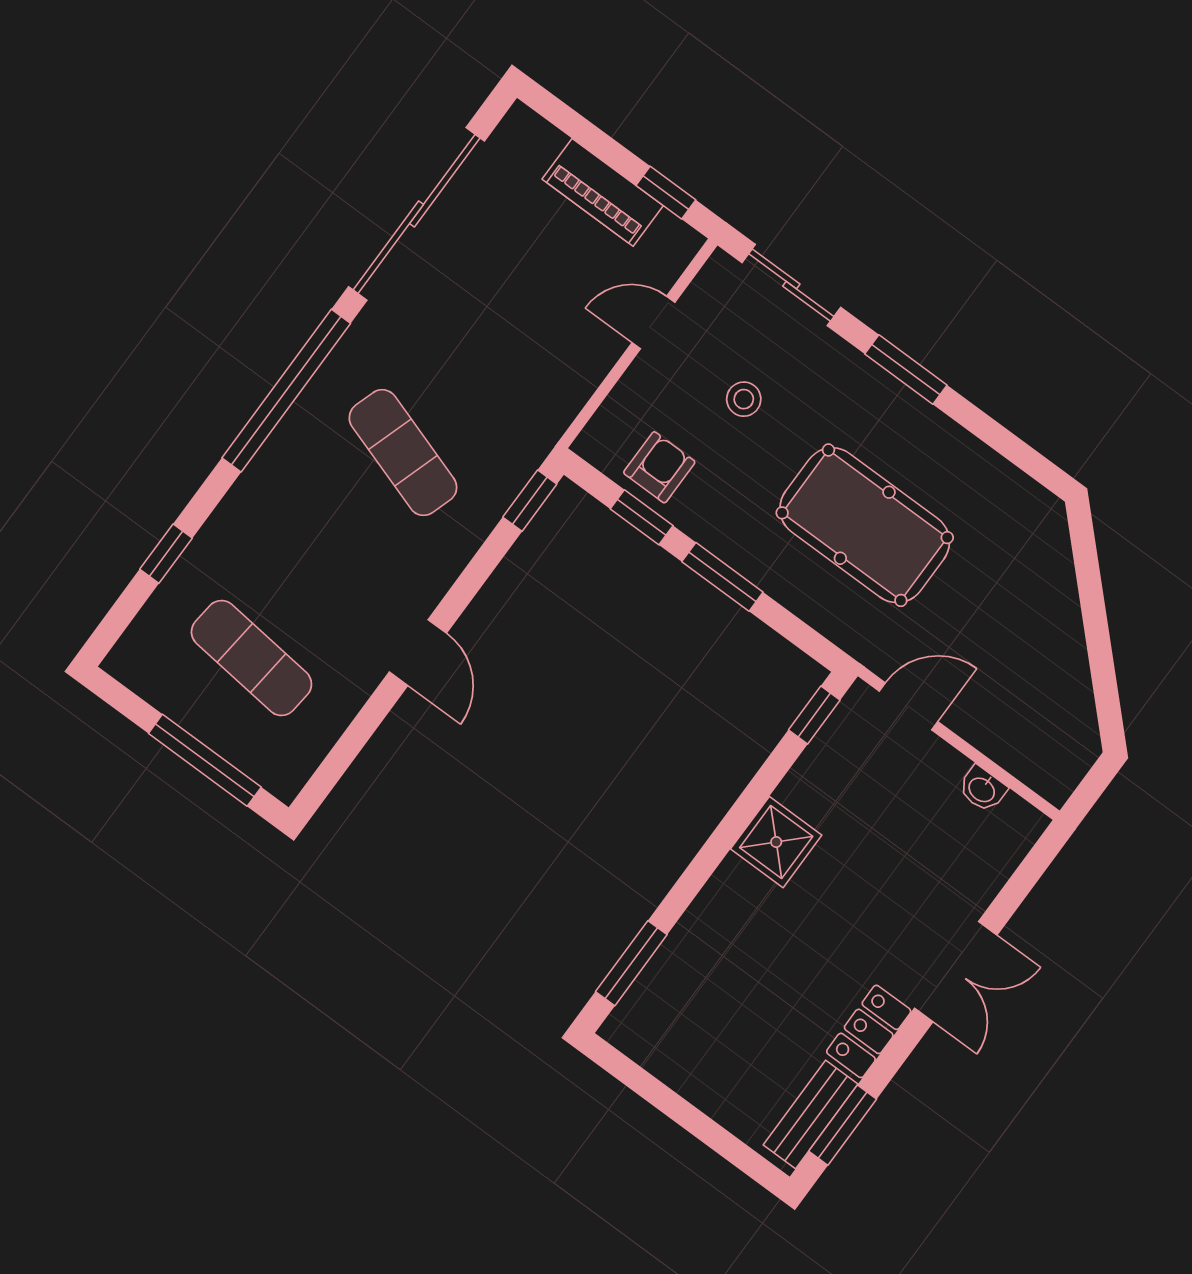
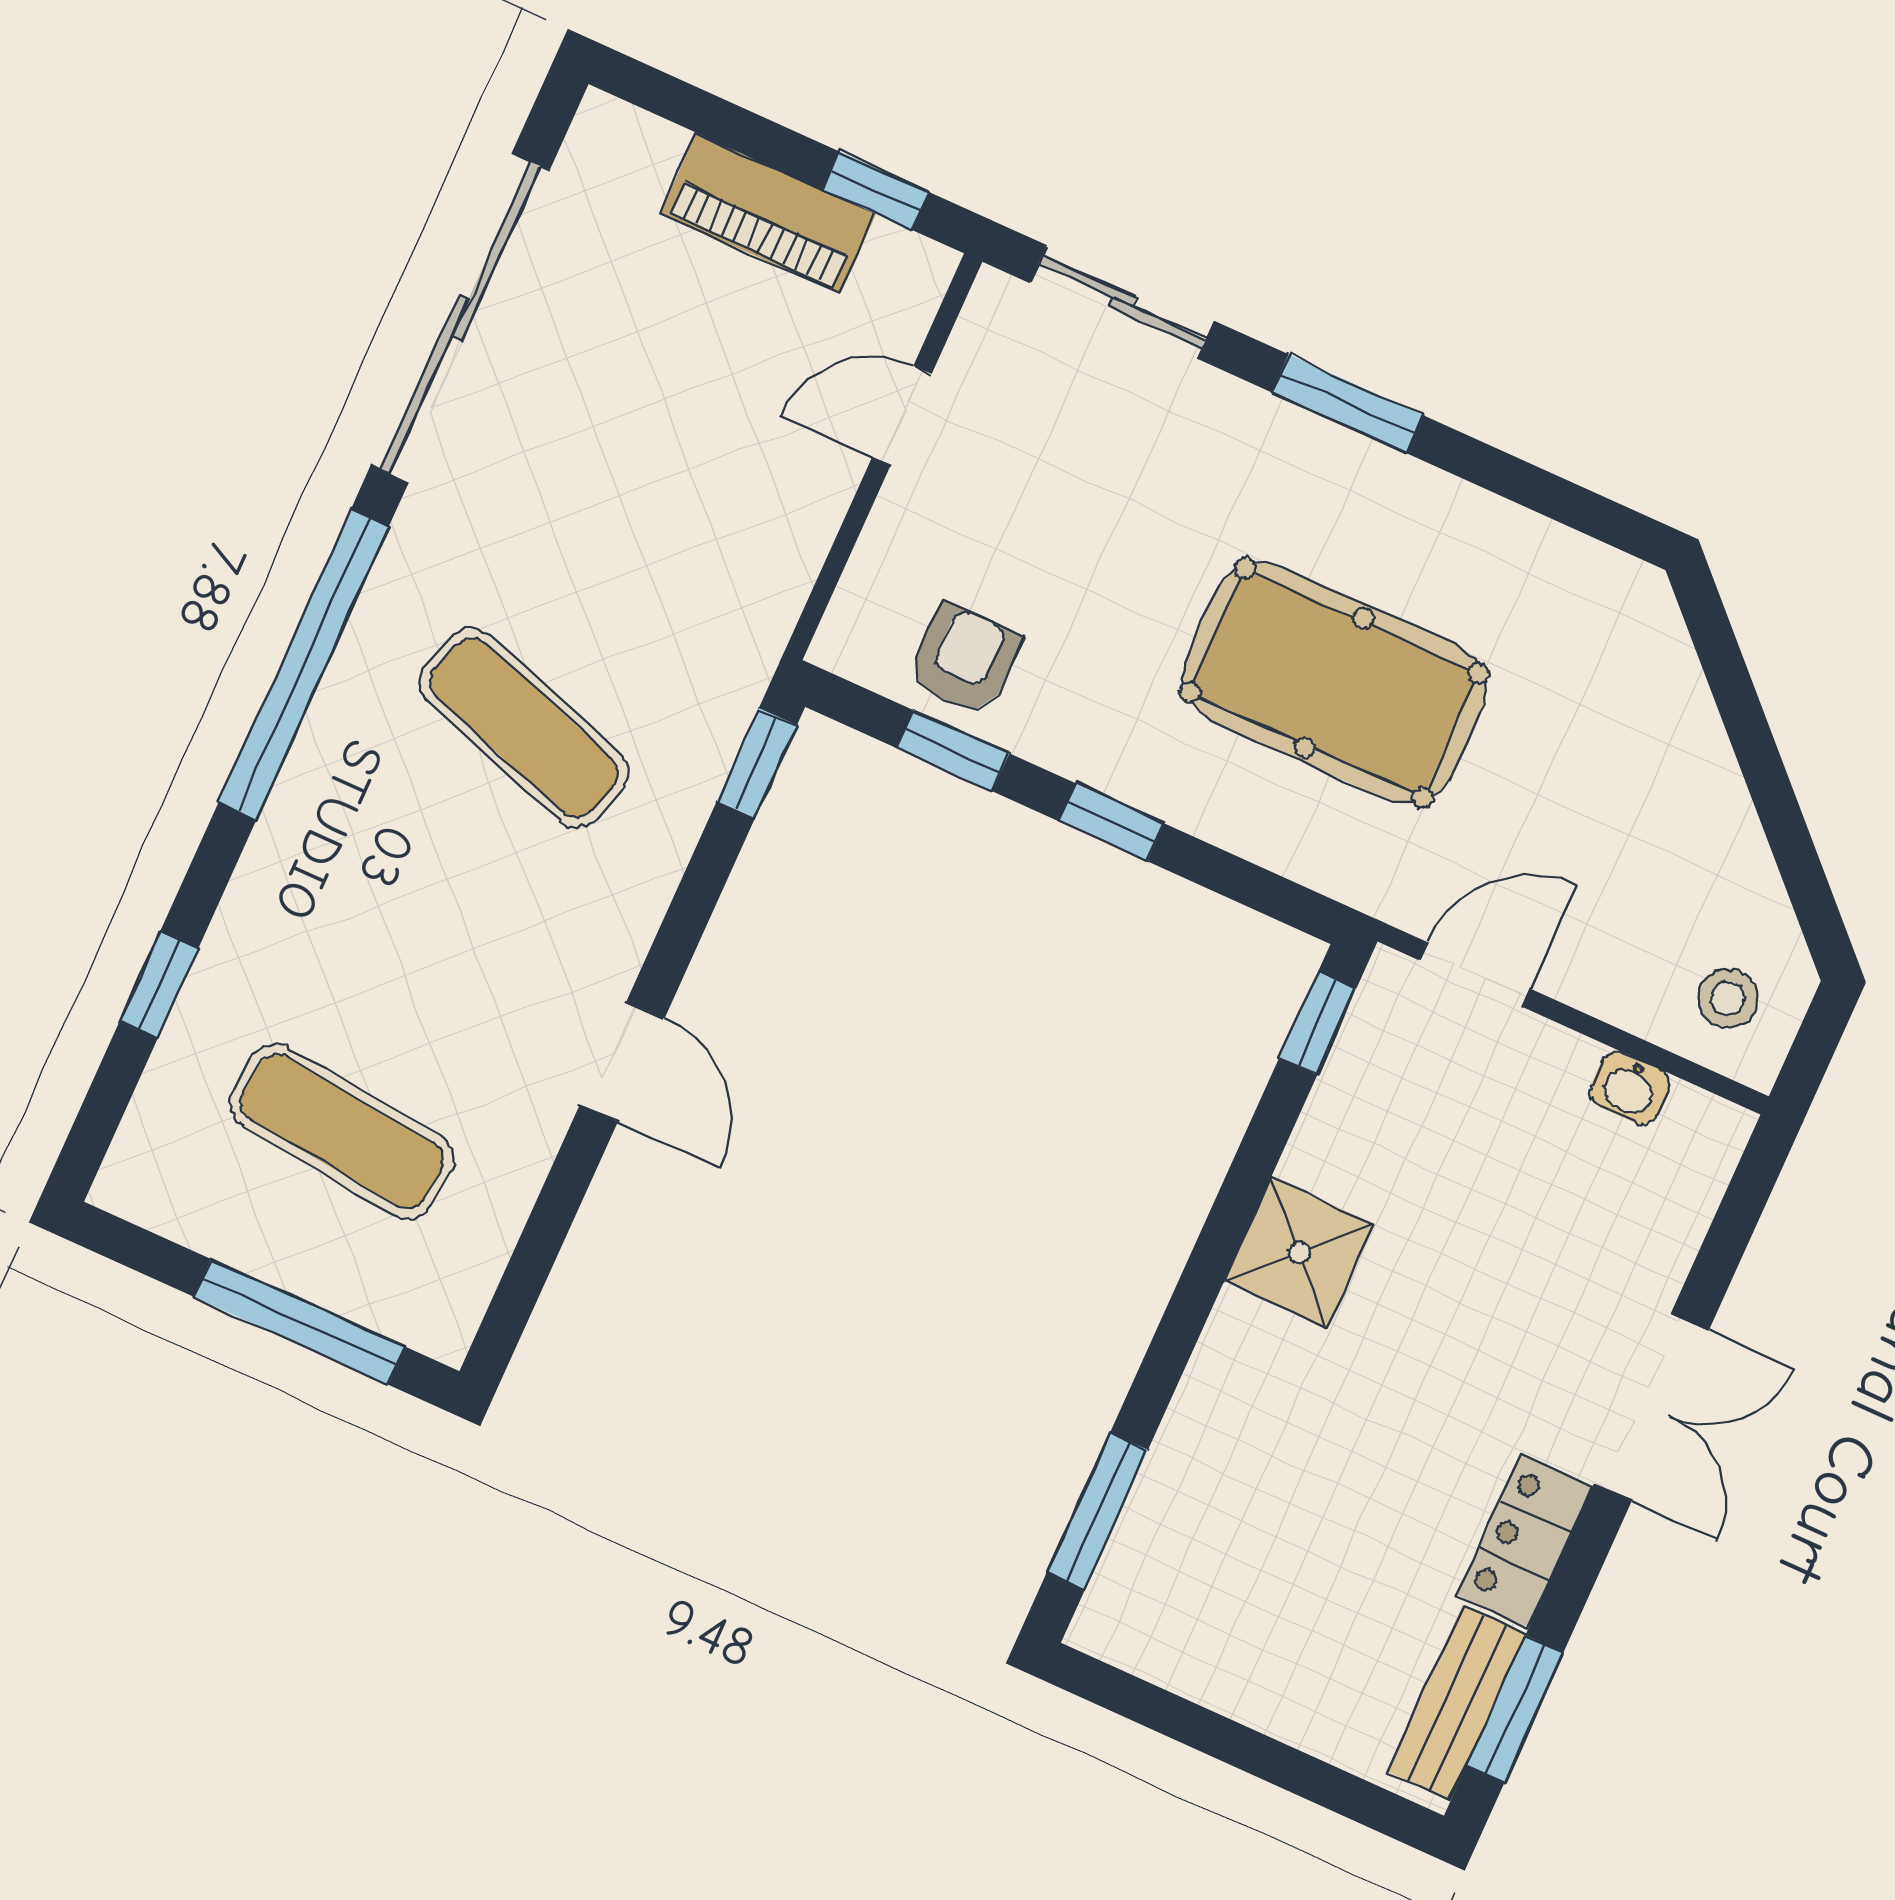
stool: (744, 399) -> (1728, 998), moved
window: (722, 577) -> (1112, 822), width x0.67

